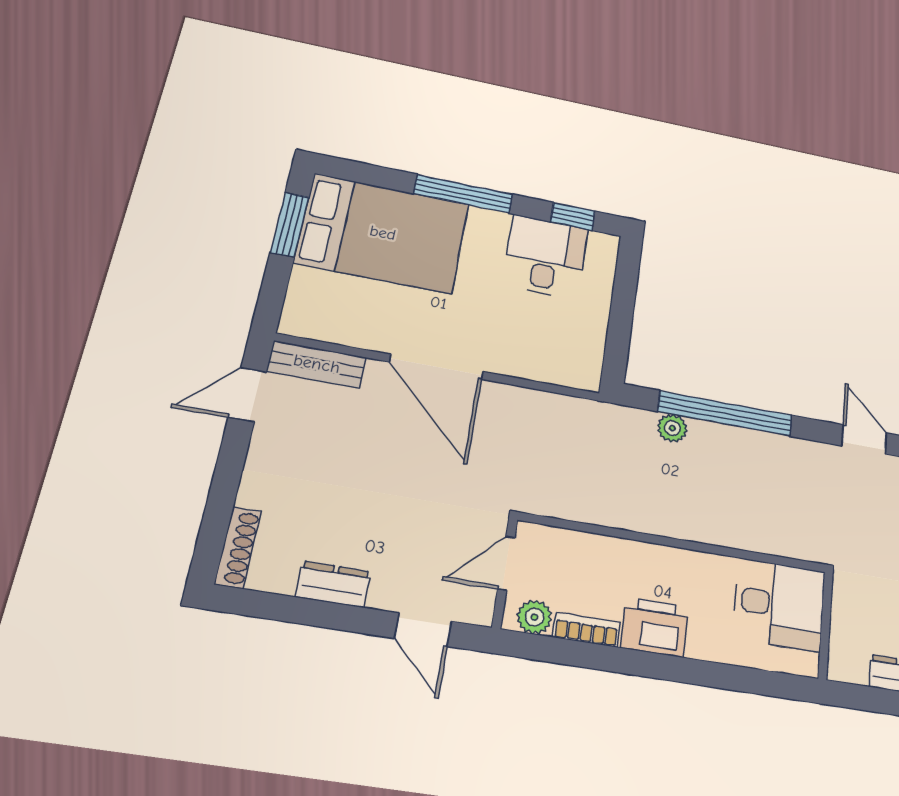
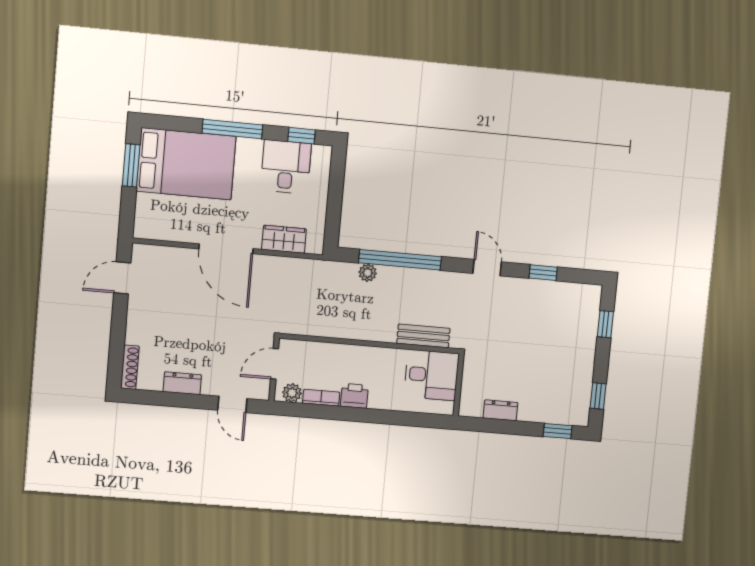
wardrobe: (536, 362) -> (284, 239), added
bench: (317, 364) -> (423, 336), moved
printer: (655, 627) -> (354, 396), width x0.73, depth x0.81

